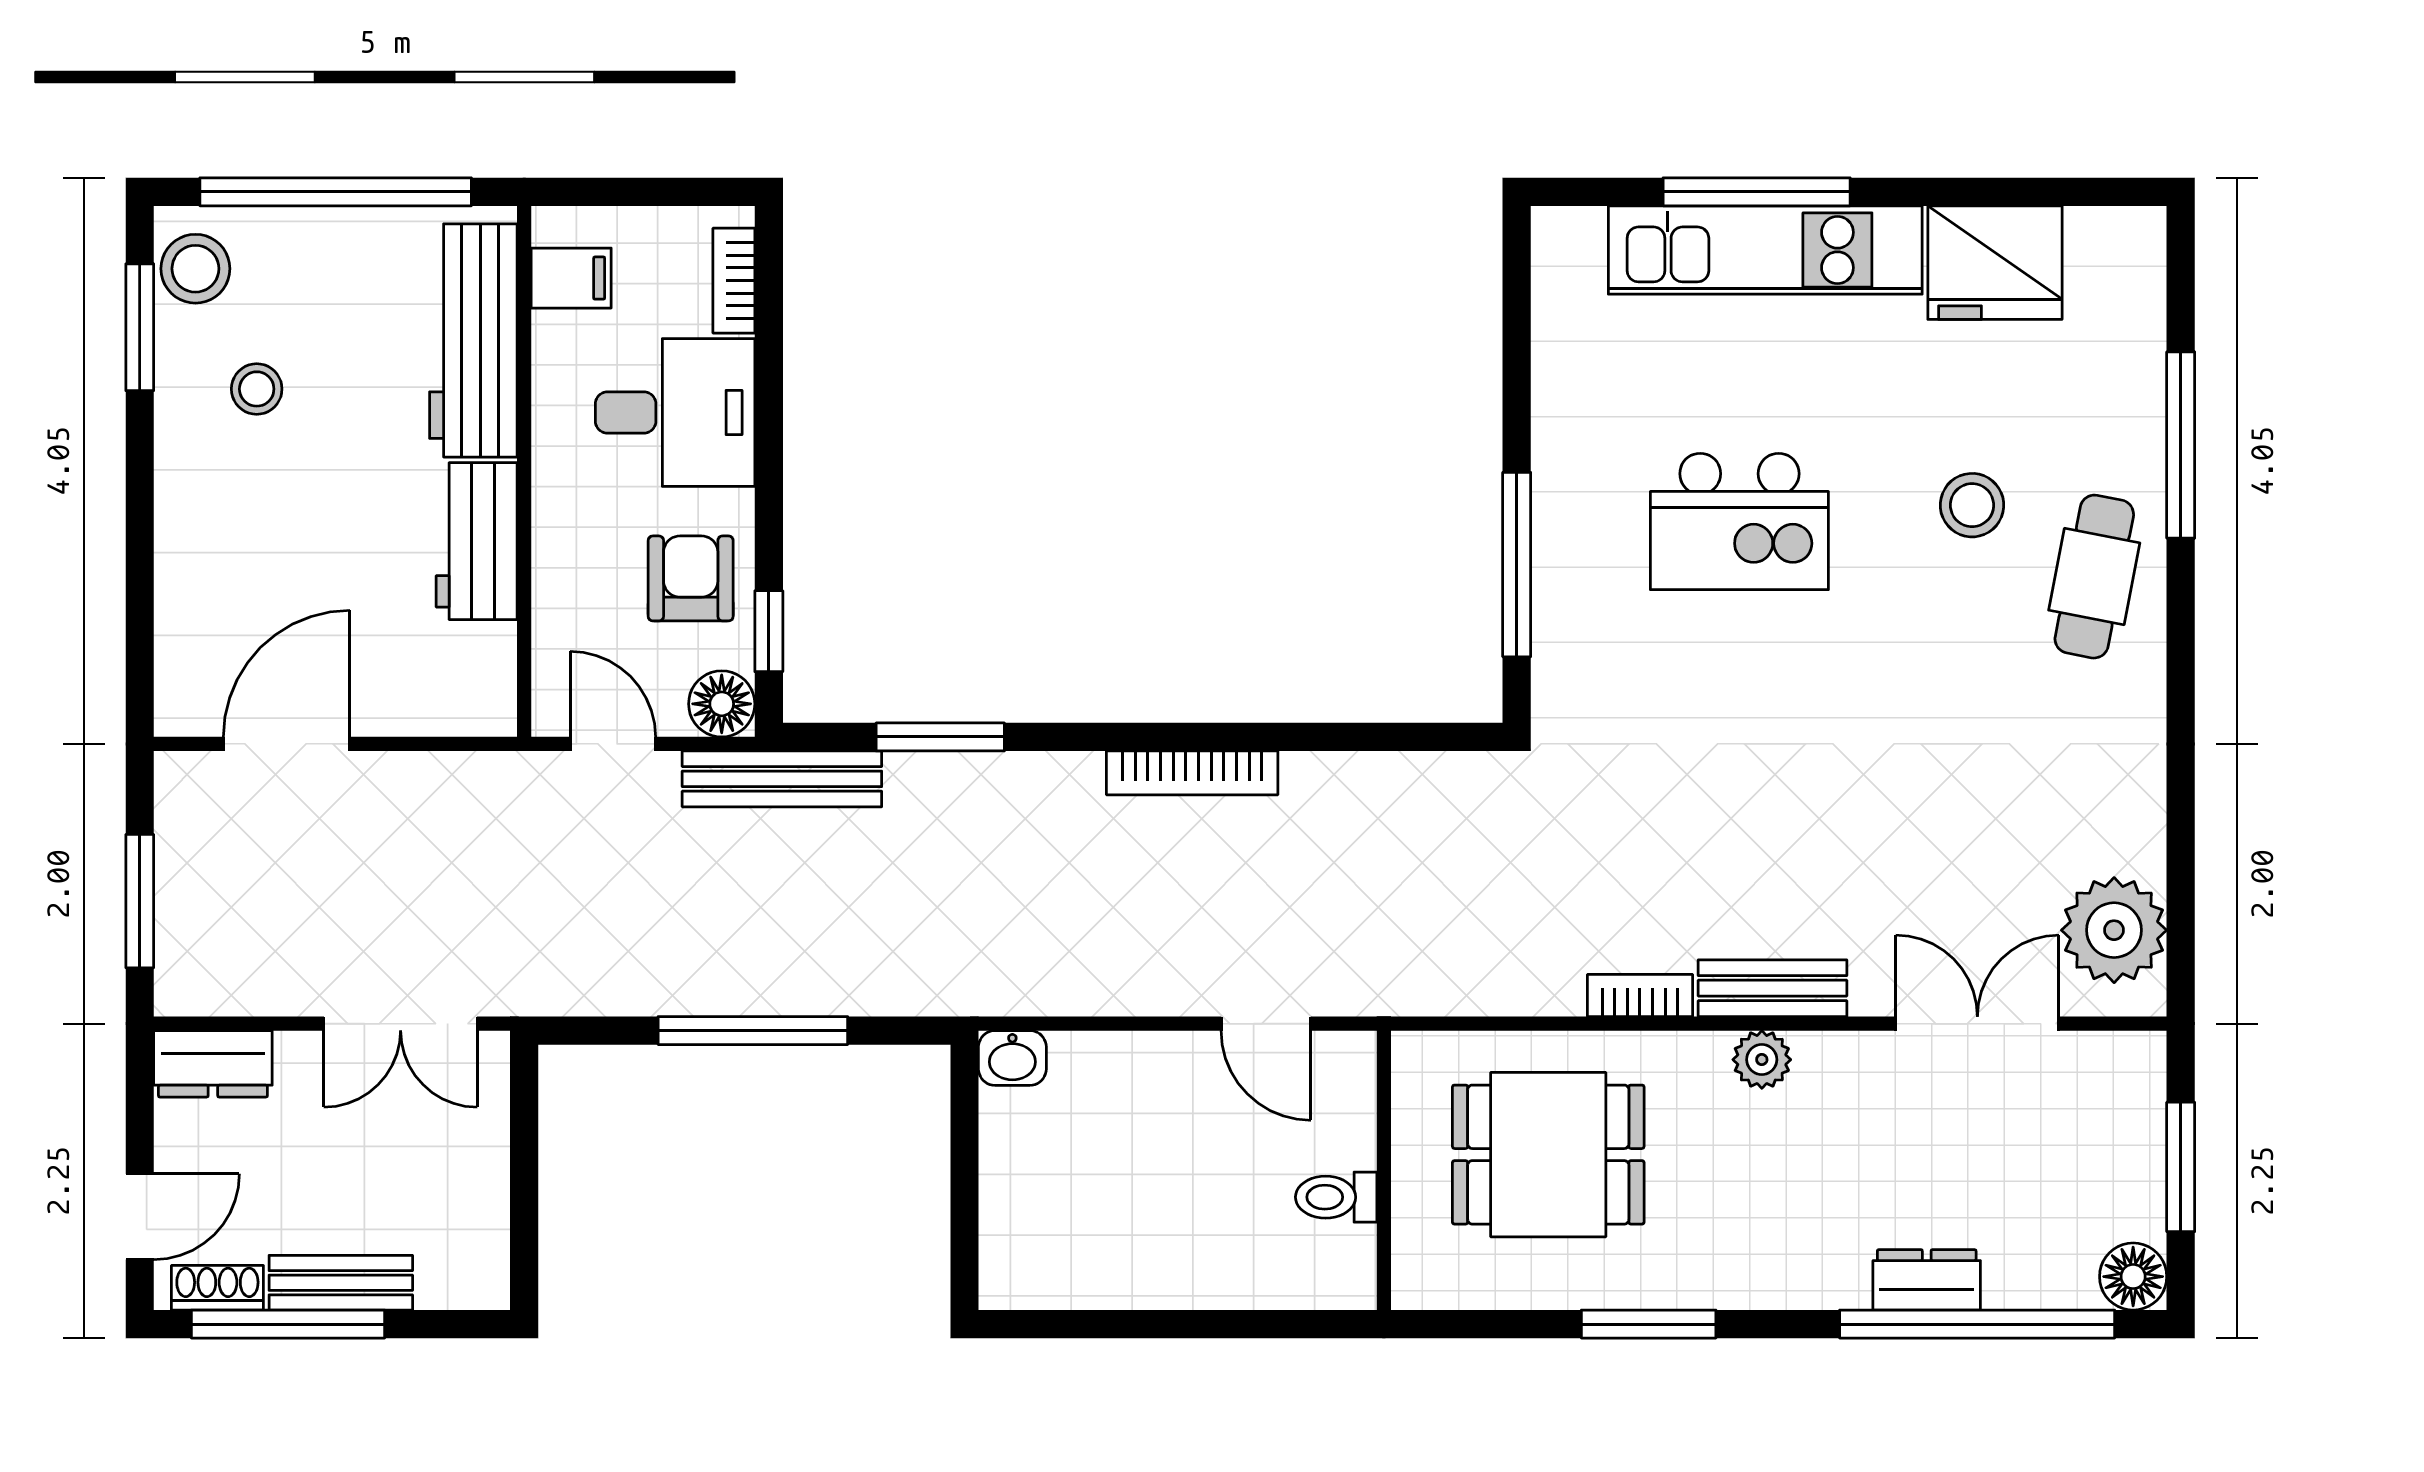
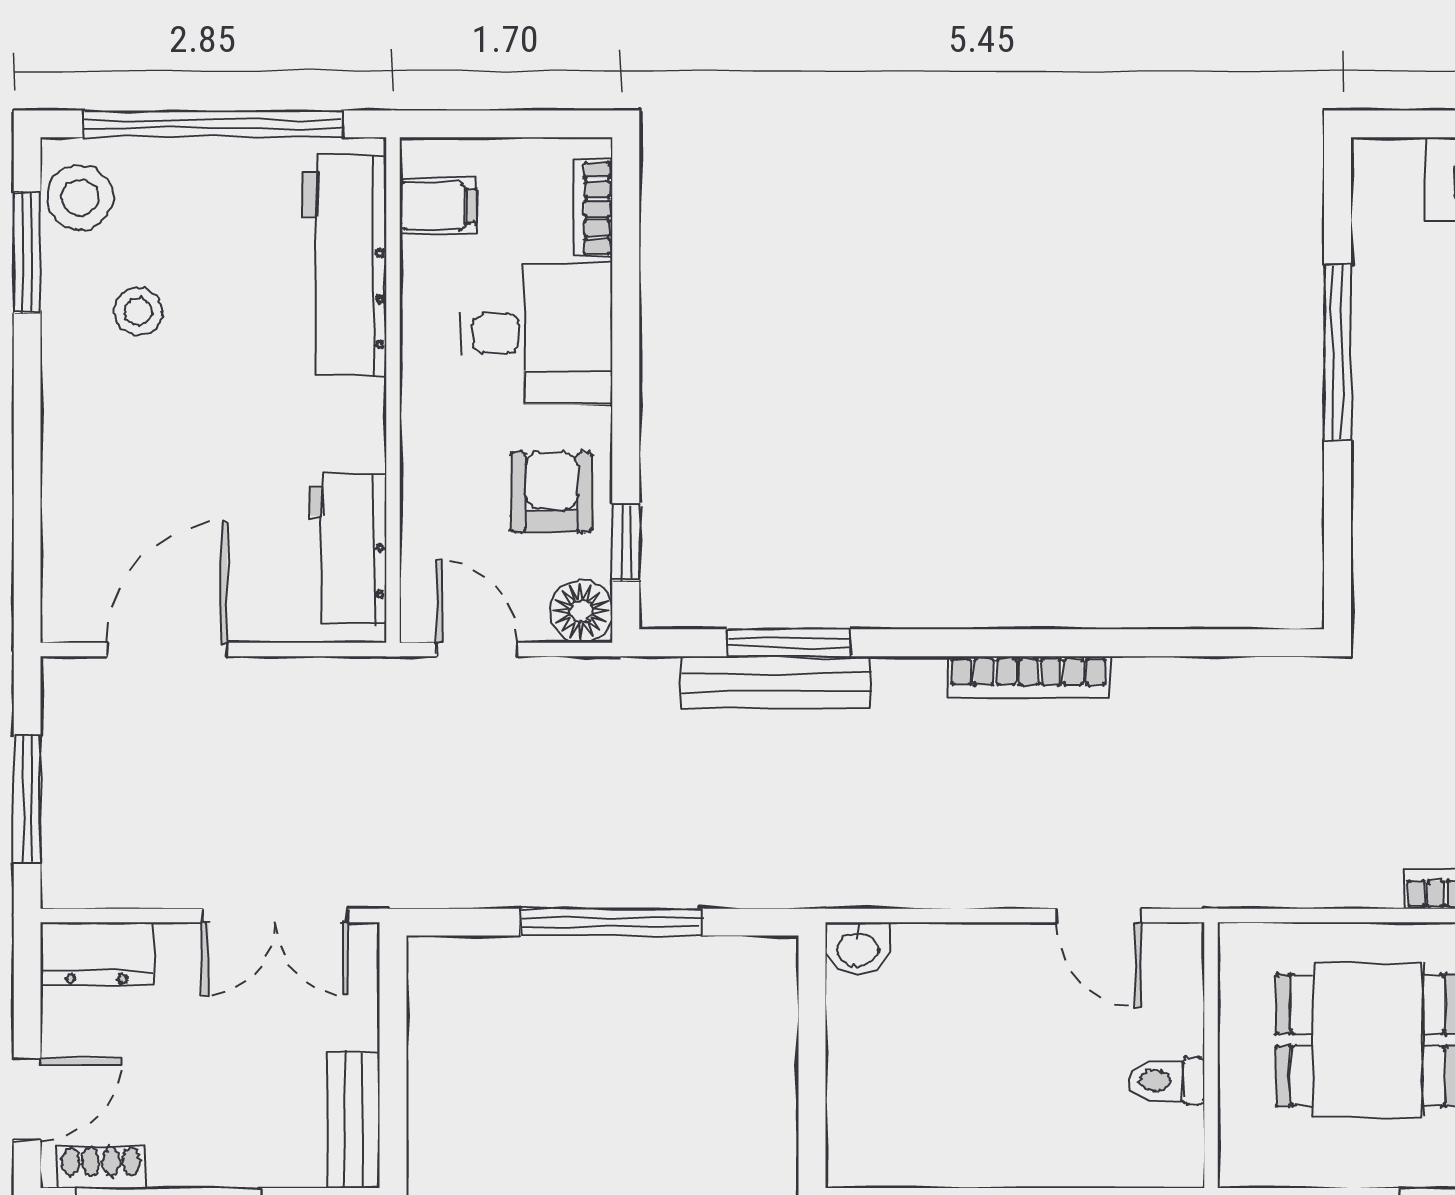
workbench: (477, 541) -> (348, 549), moved
window: (1517, 565) -> (1337, 352), moved
bench: (782, 779) -> (776, 683), moved
bench: (341, 1283) -> (354, 1120), moved, turned 90

